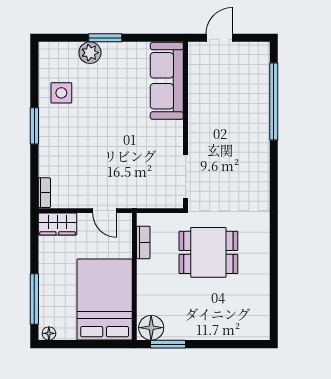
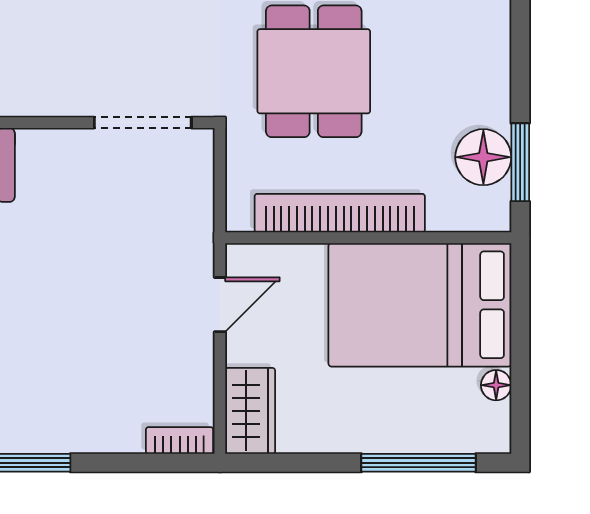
bookcase: (143, 242) -> (340, 213), width x2.31, depth x1.31
floor lamp: (151, 328) -> (483, 157), moved
floor lamp: (49, 333) -> (496, 385), moved

